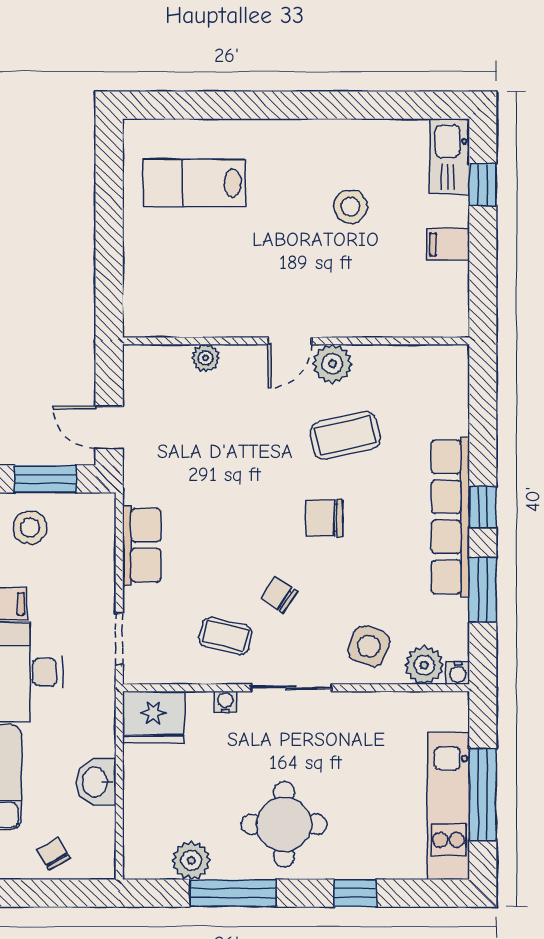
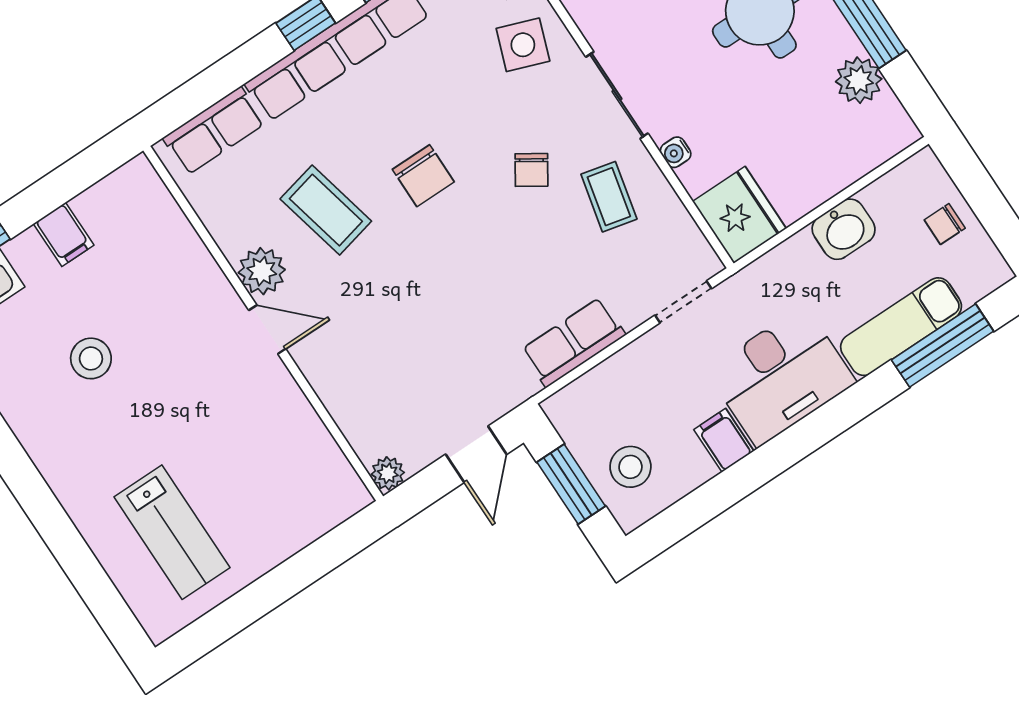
plant: (206, 358) -> (388, 473), moved
row of seats: (451, 395) -> (214, 131), added
chair: (53, 854) -> (945, 224), turned 31

